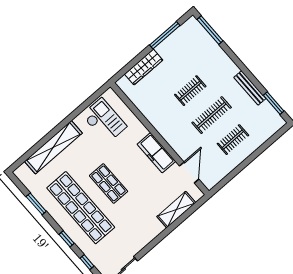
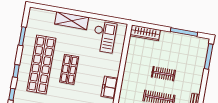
wardrobe: (144, 67) -> (145, 33), moved
shelving: (53, 147) -> (72, 21), width x0.68
freezer: (156, 153) -> (110, 87), width x0.71

